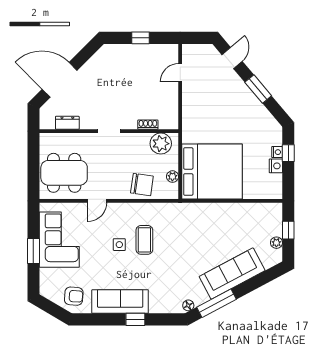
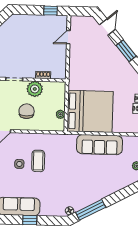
window: (140, 38) -> (51, 11), moved
plant: (161, 144) -> (35, 89), moved
chair: (142, 185) -> (27, 111), moved, turned -98
sofa: (232, 273) -> (100, 145), moved, turned -152

